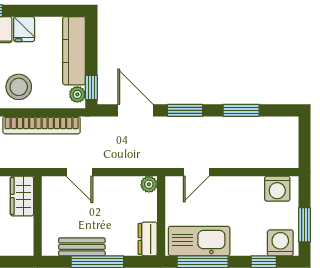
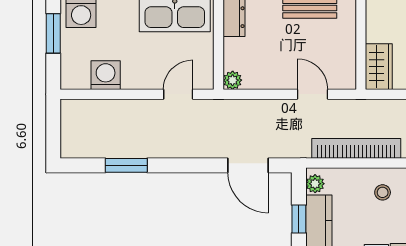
stool: (19, 87) -> (383, 192), width x0.53, depth x0.53
window: (91, 87) -> (299, 219), moved
window: (185, 110) -> (191, 165), removed
washing machine: (277, 189) -> (106, 75), moved

